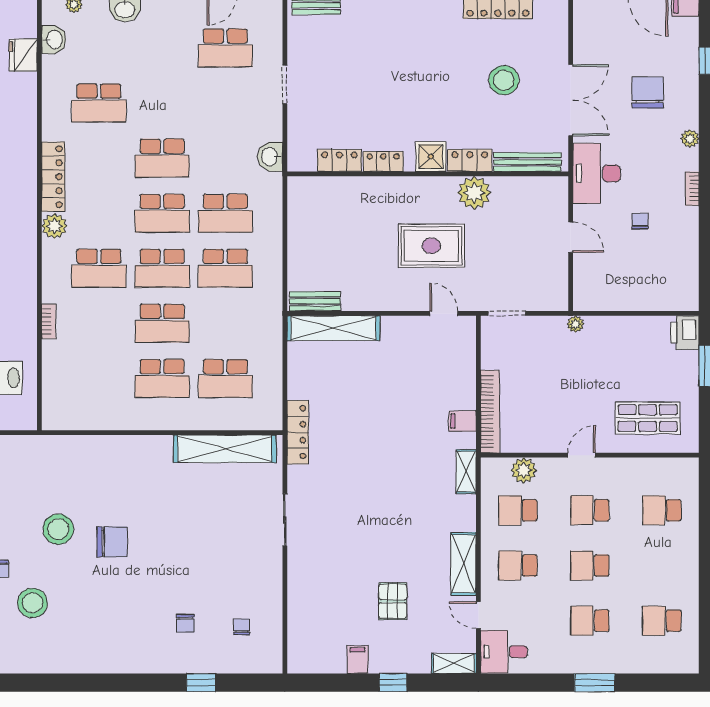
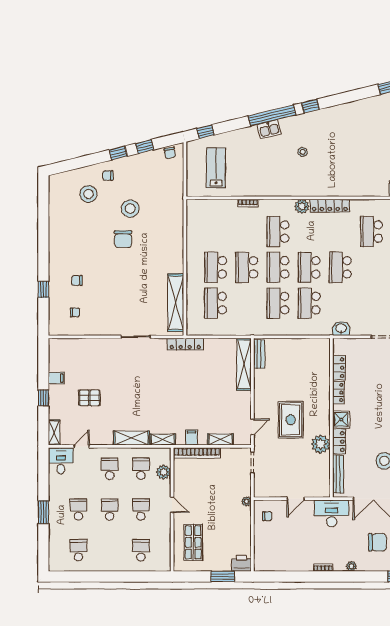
chair: (640, 221) -> (267, 516), moved
shelving: (466, 370) -> (220, 439), added
shelving: (463, 564) -> (131, 438), moved

